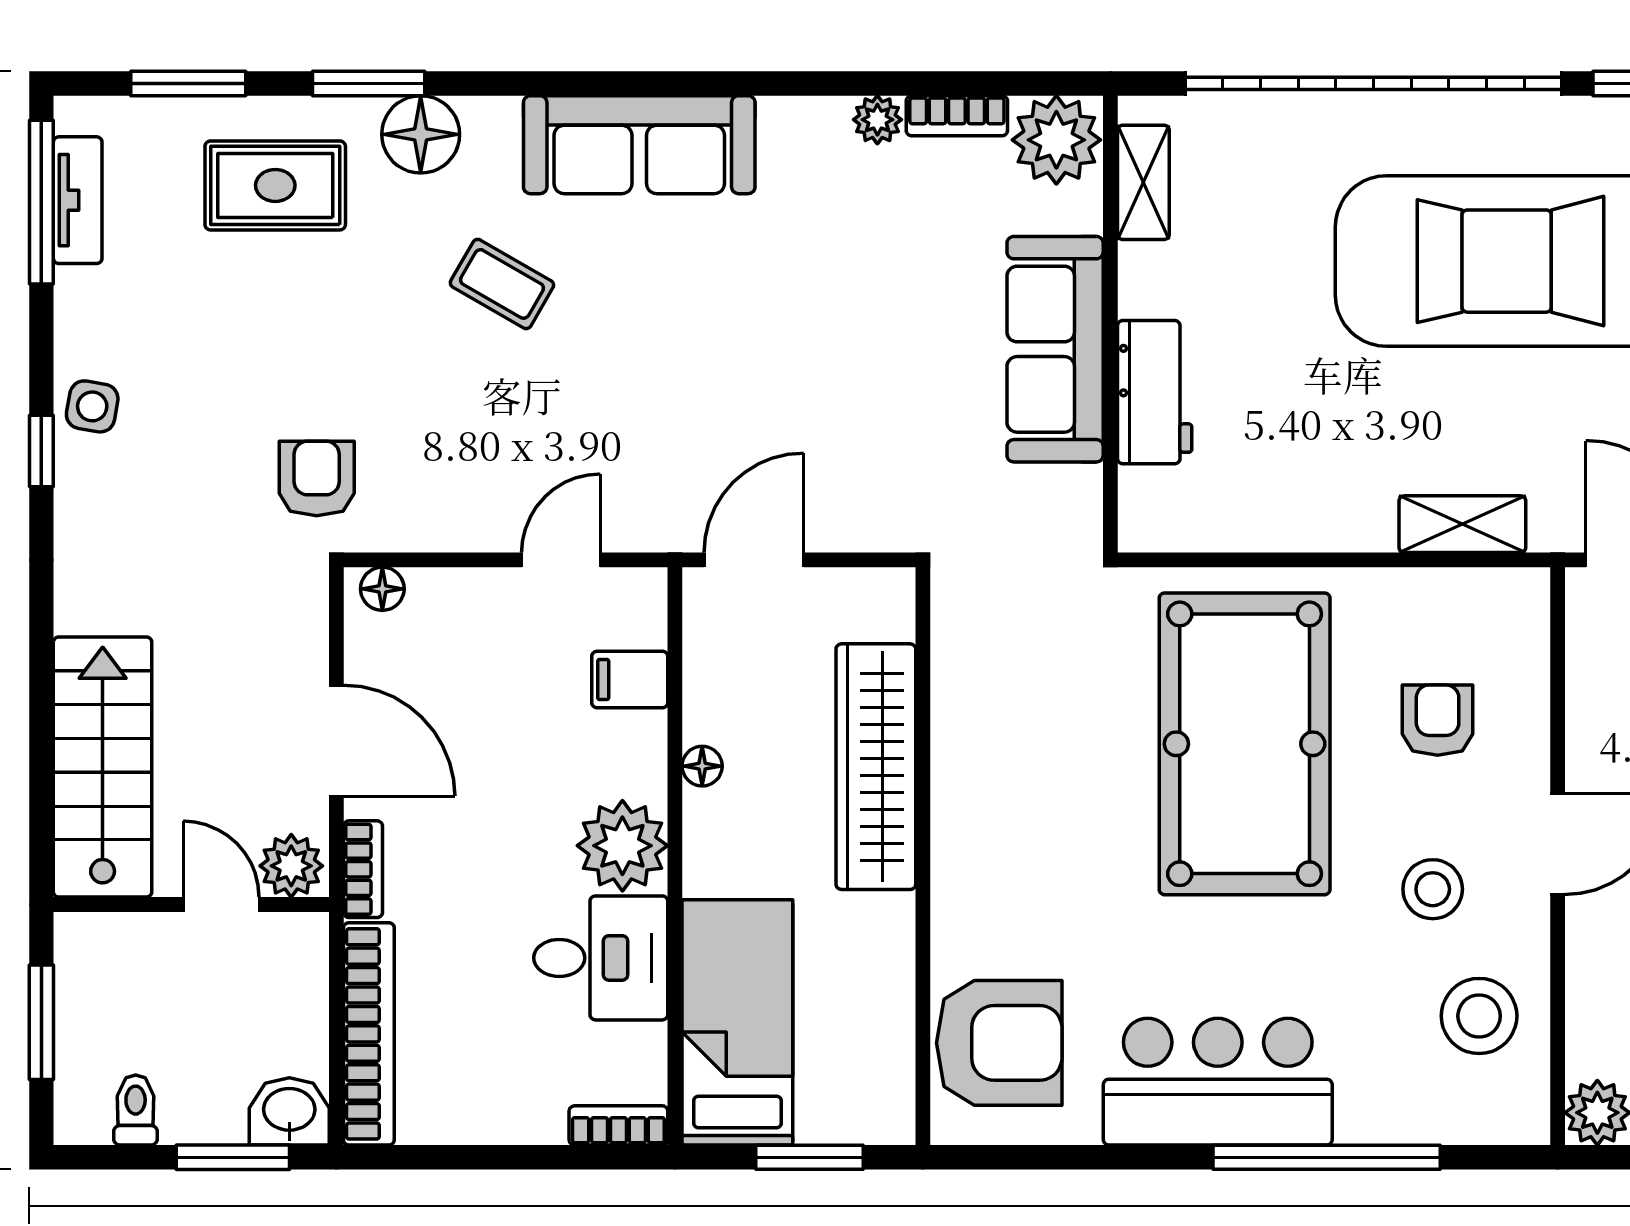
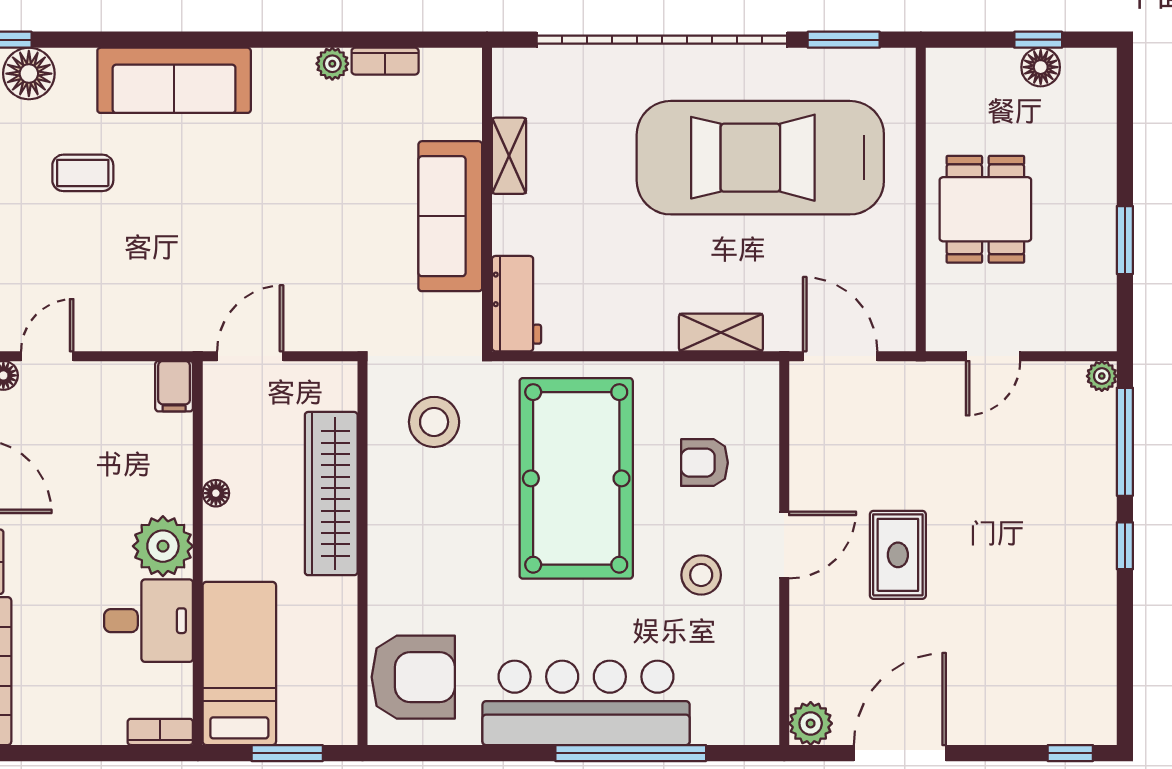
plant: (1056, 140) -> (451, 77), removed
shelving: (1143, 182) -> (509, 156), moved
coffee table: (502, 284) -> (83, 173), turned -30
workbench: (1155, 392) -> (516, 304), moved
door: (561, 560) -> (47, 356), moved
filing cabinet: (630, 679) -> (174, 386), moved, turned -90
armchair: (1438, 720) -> (704, 463), turned -90
stool: (1479, 1016) -> (434, 422), moved
bar counter: (1218, 1082) -> (586, 703), width x1.36

